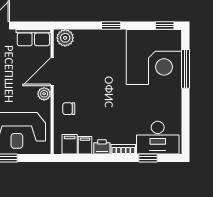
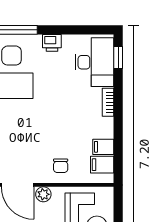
printer: (102, 147) -> (52, 43), moved, turned -90
window: (148, 158) -> (118, 57), moved

